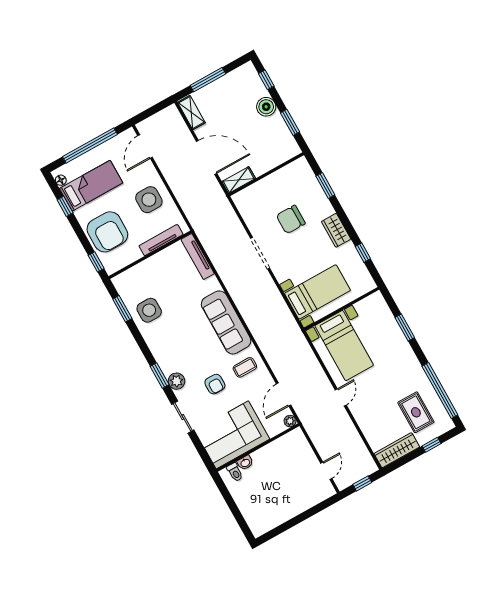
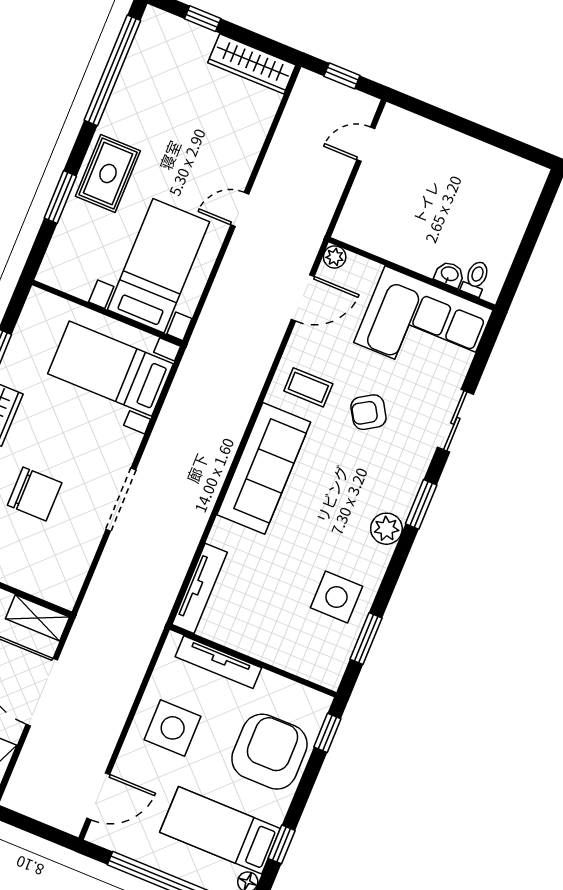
plant: (177, 381) -> (386, 529), moved
armchair: (215, 384) -> (368, 412), turned -122
rug: (416, 412) -> (108, 174), moved

